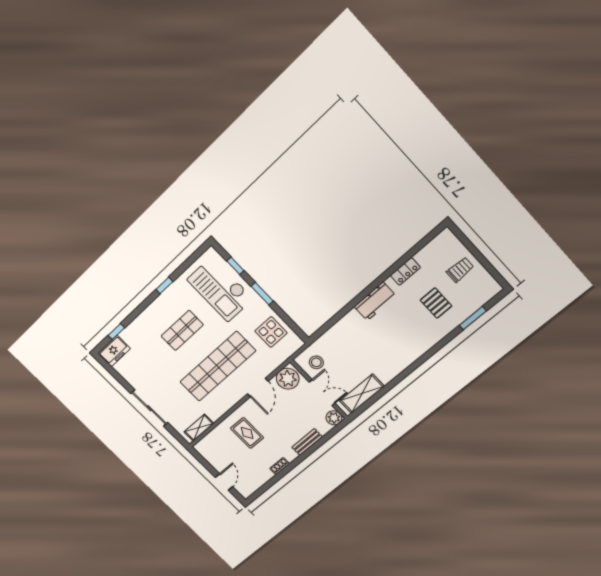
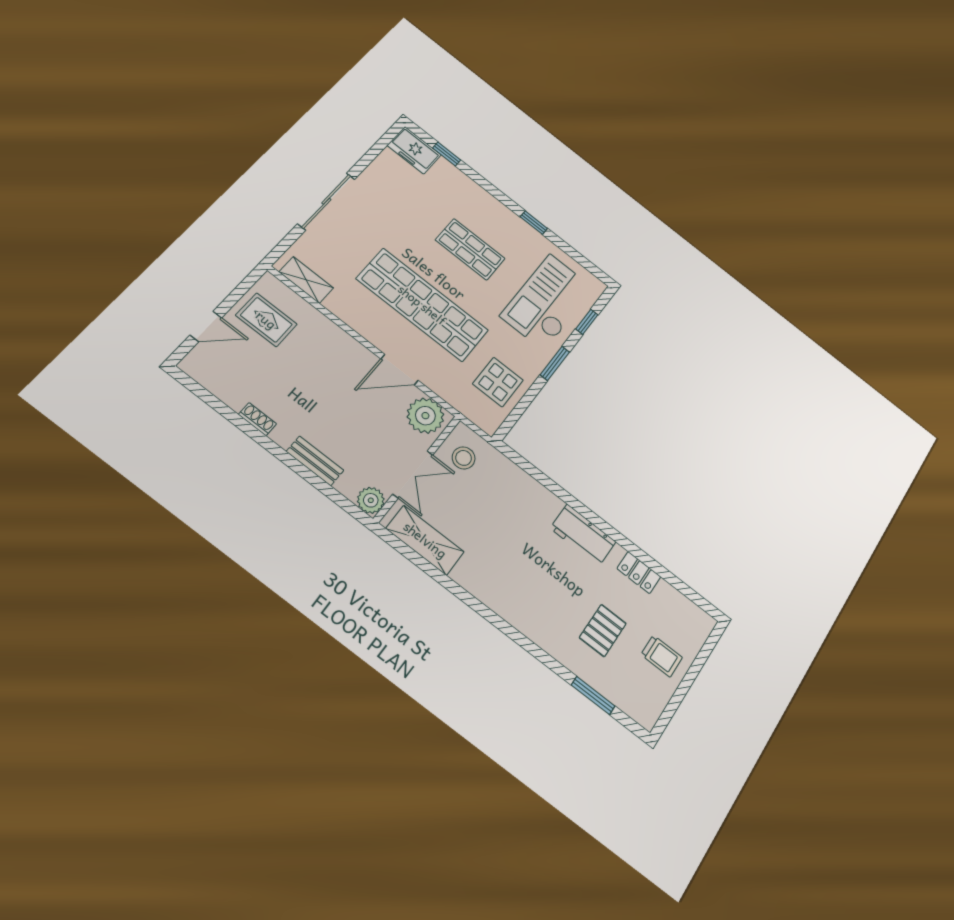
rug: (247, 433) -> (266, 320), moved, turned 90

